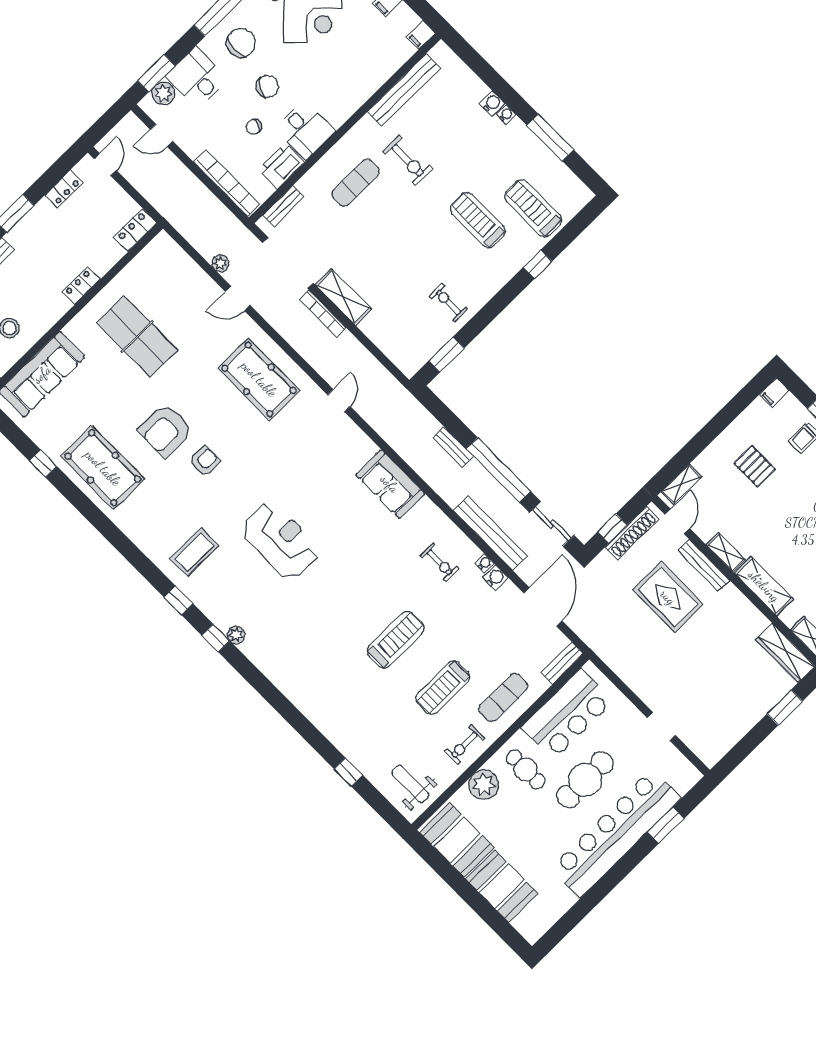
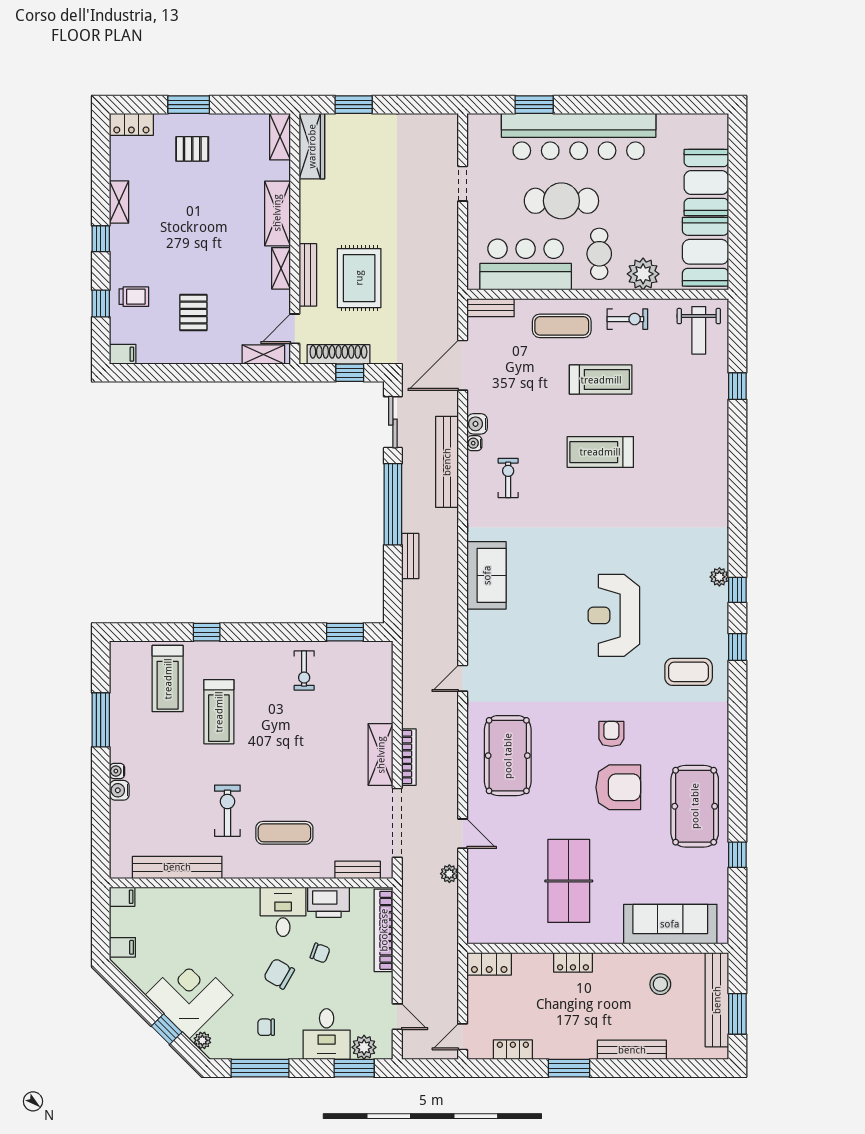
chair: (241, 43) -> (266, 1027), width x0.54, depth x0.54
armchair: (205, 461) -> (611, 734), turned 90

